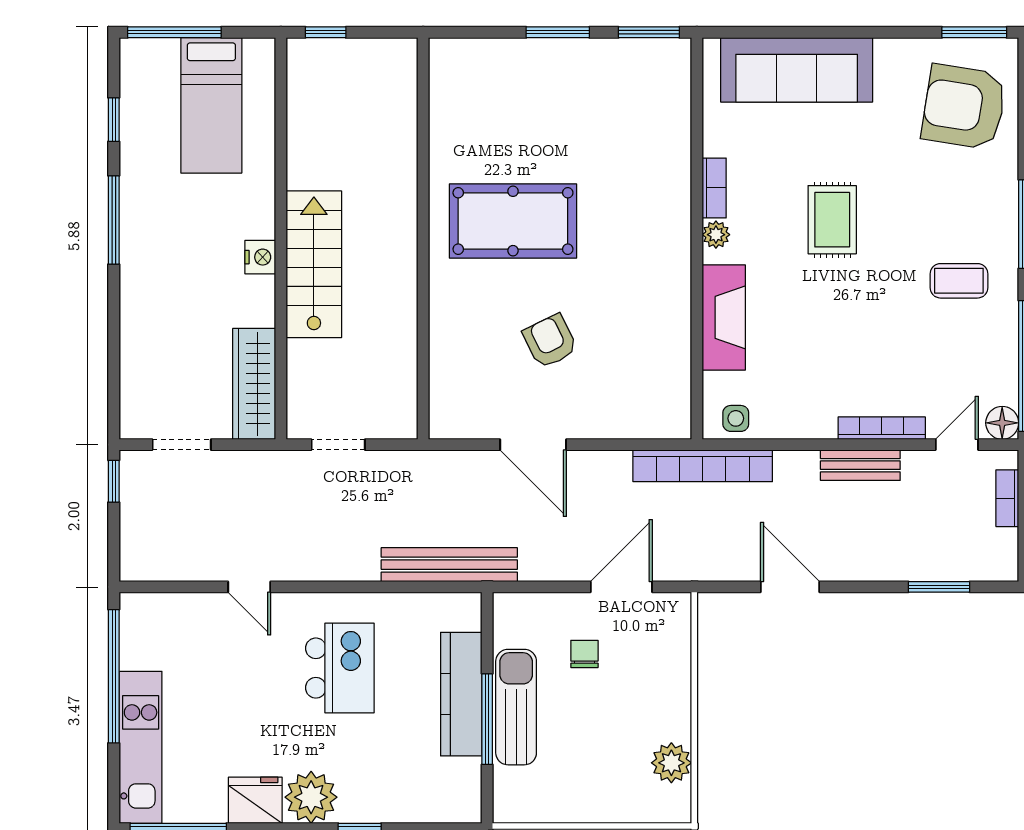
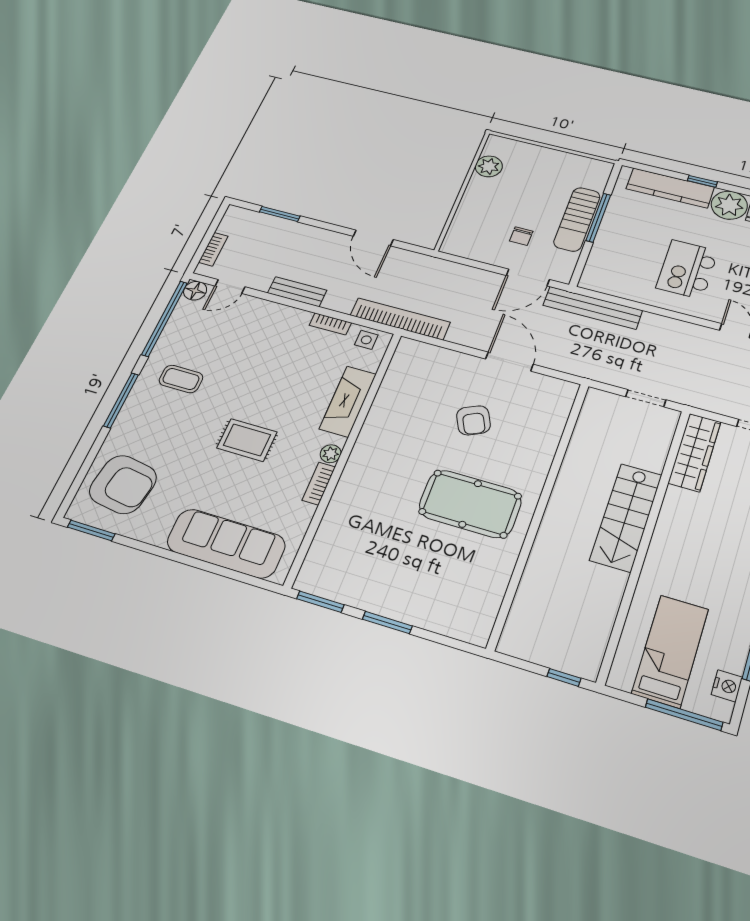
rug: (832, 220) -> (247, 440), turned 90
nightstand: (260, 257) -> (727, 686), moved, turned 180
bookcase: (882, 428) -> (330, 324), moved, width x0.64
door: (621, 587) -> (528, 278), moved
kitchen counter: (461, 694) -> (670, 188), moved, turned 90

